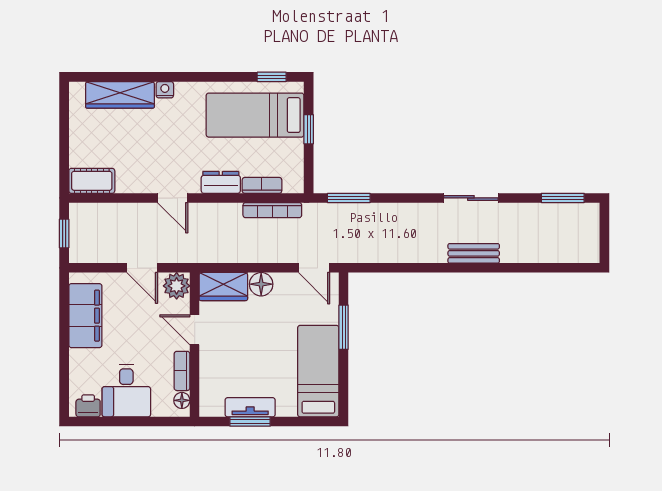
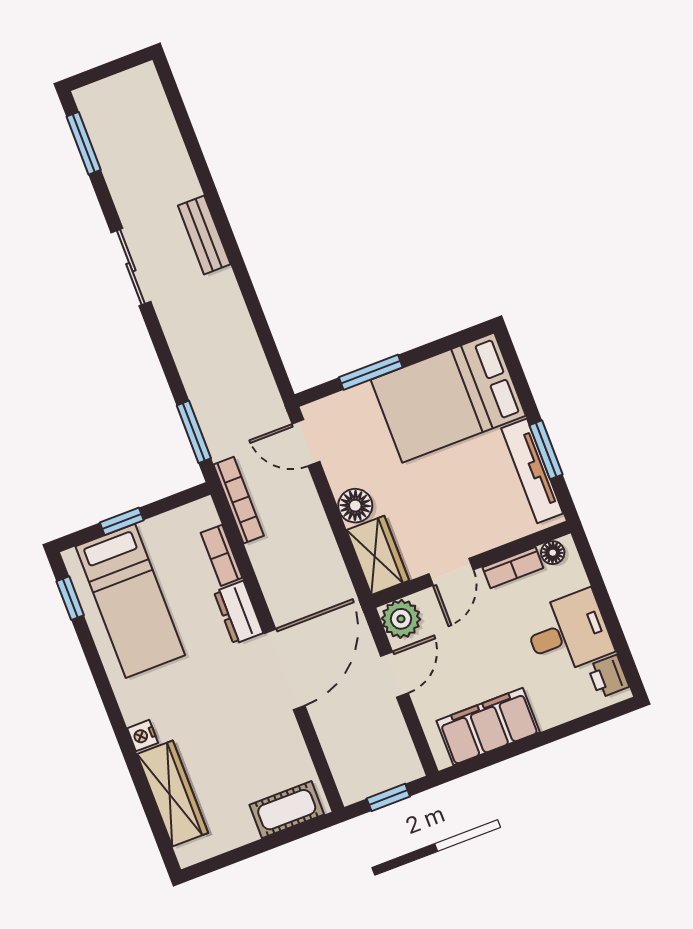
cot: (92, 181) -> (287, 810), moved, turned 90
door: (173, 198) -> (284, 669), width x1.88
bookcase: (272, 210) -> (239, 500), moved
door: (314, 268) -> (306, 443), swing flipped
bed: (318, 371) -> (448, 398), width x1.50
tv unit: (250, 407) -> (532, 471), width x1.41

